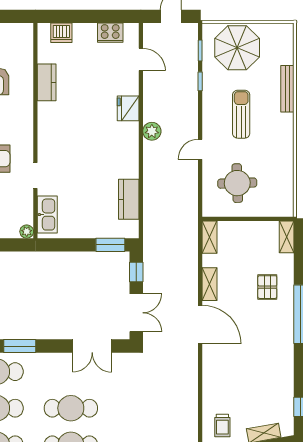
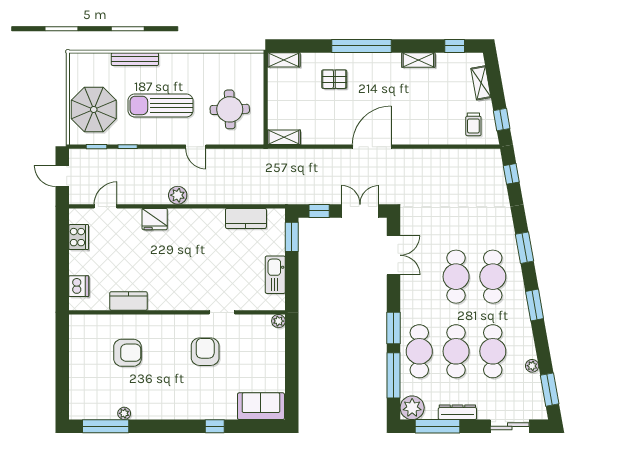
sun lounger: (241, 114) -> (161, 105), width x1.36, depth x1.34
kitchen sink: (47, 215) -> (275, 275), moved, turned -90
shelving: (210, 284) -> (418, 60), moved
trolley: (222, 426) -> (473, 124), turned 90

